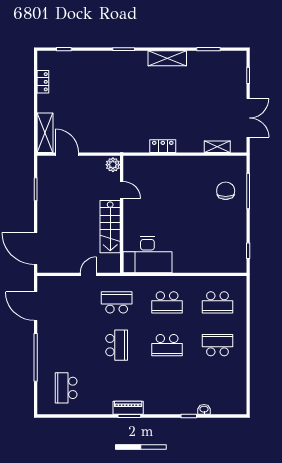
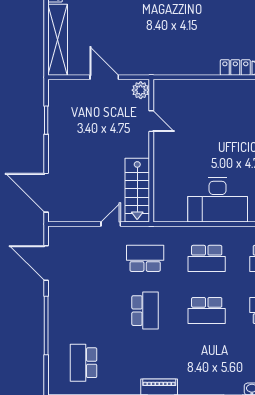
shelving: (45, 133) -> (58, 40), width x1.47
locker: (163, 146) -> (235, 67), moved
door: (67, 154) -> (104, 77), moved
stairs: (110, 227) -> (137, 190), moved
desk: (147, 255) -> (218, 200), moved

